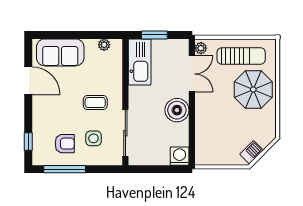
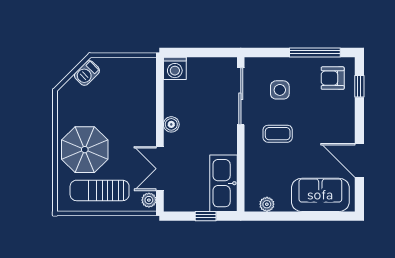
window: (154, 35) -> (206, 216), width x0.67
boiler: (177, 110) -> (171, 124), width x0.54, depth x0.54
armchair: (65, 144) -> (333, 78), moved

